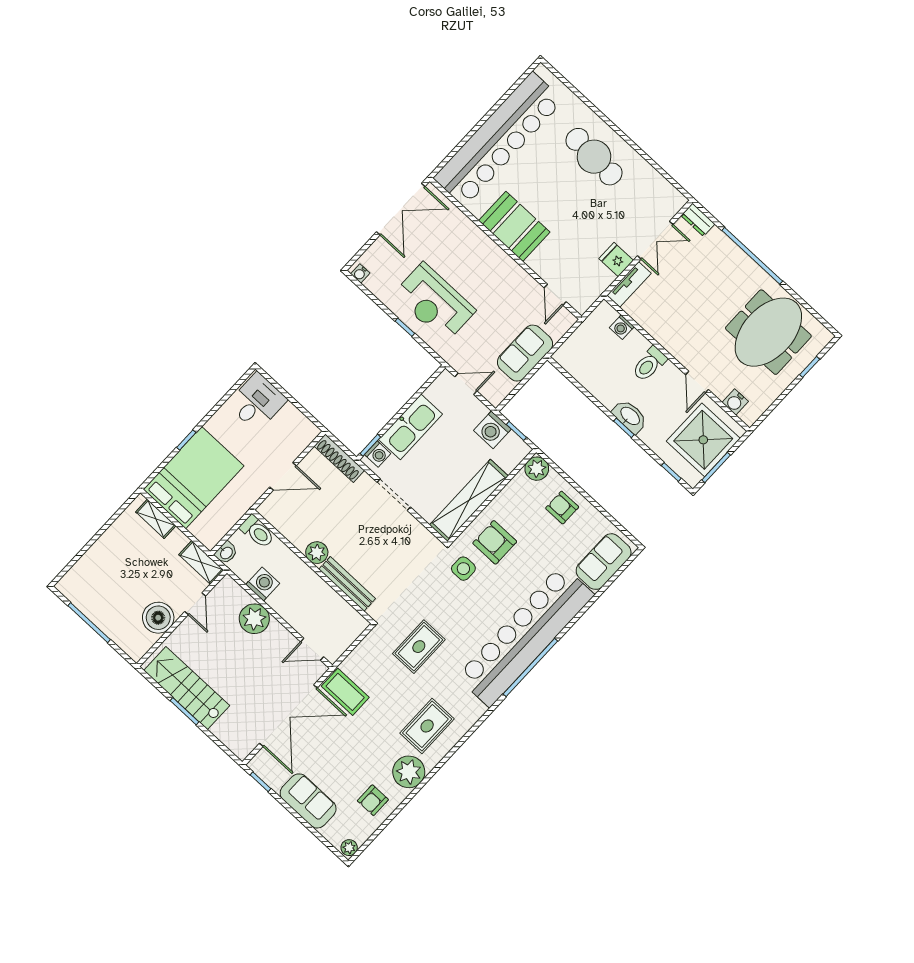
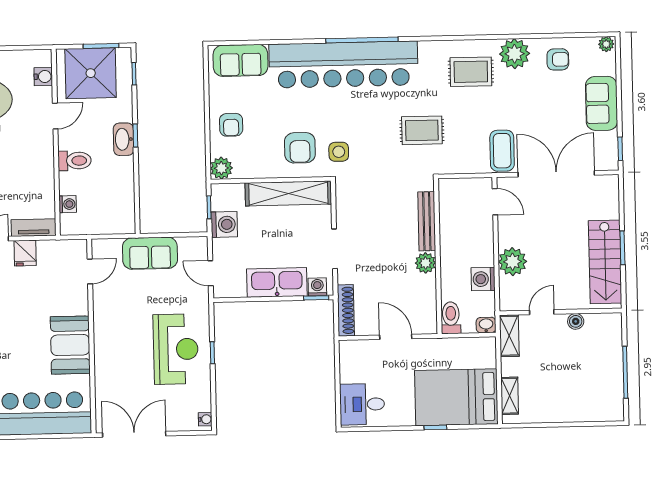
boiler: (158, 618) -> (576, 321), width x0.54, depth x0.54

